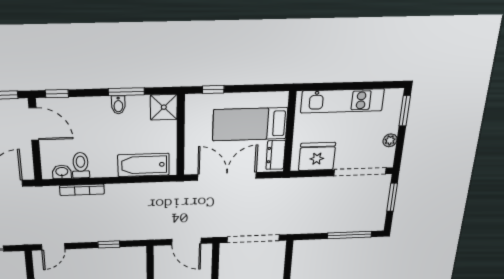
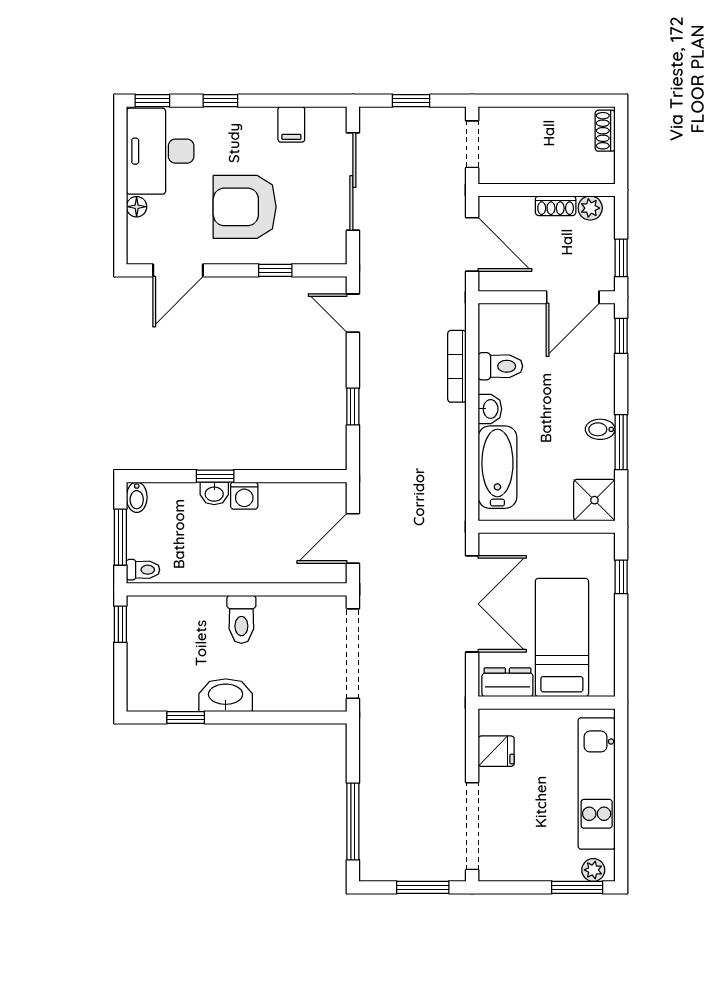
plant: (390, 140) -> (593, 870), moved
fridge: (317, 157) -> (496, 751), width x0.53, depth x0.75
washbasin: (62, 172) -> (490, 409), moved

